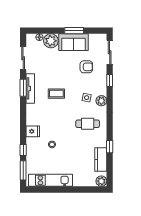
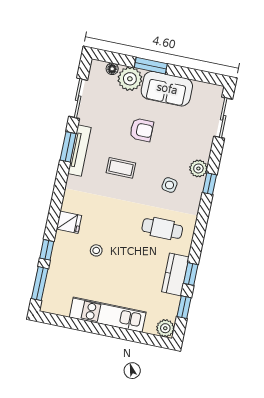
window: (74, 31) -> (151, 66), moved
armchair: (86, 67) -> (142, 130), moved
window: (110, 81) -> (210, 184), moved
plant: (101, 101) -> (198, 168), moved
kitchen counter: (101, 159) -> (175, 274), moved
window: (110, 167) -> (184, 307), added
kitchen unit: (50, 180) -> (108, 315), moved

